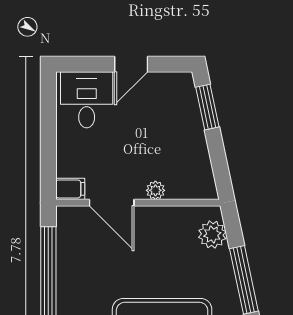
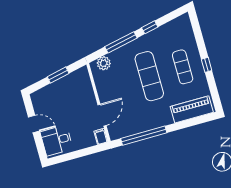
window: (207, 107) -> (58, 75), moved
plant: (155, 190) -> (90, 96), removed

